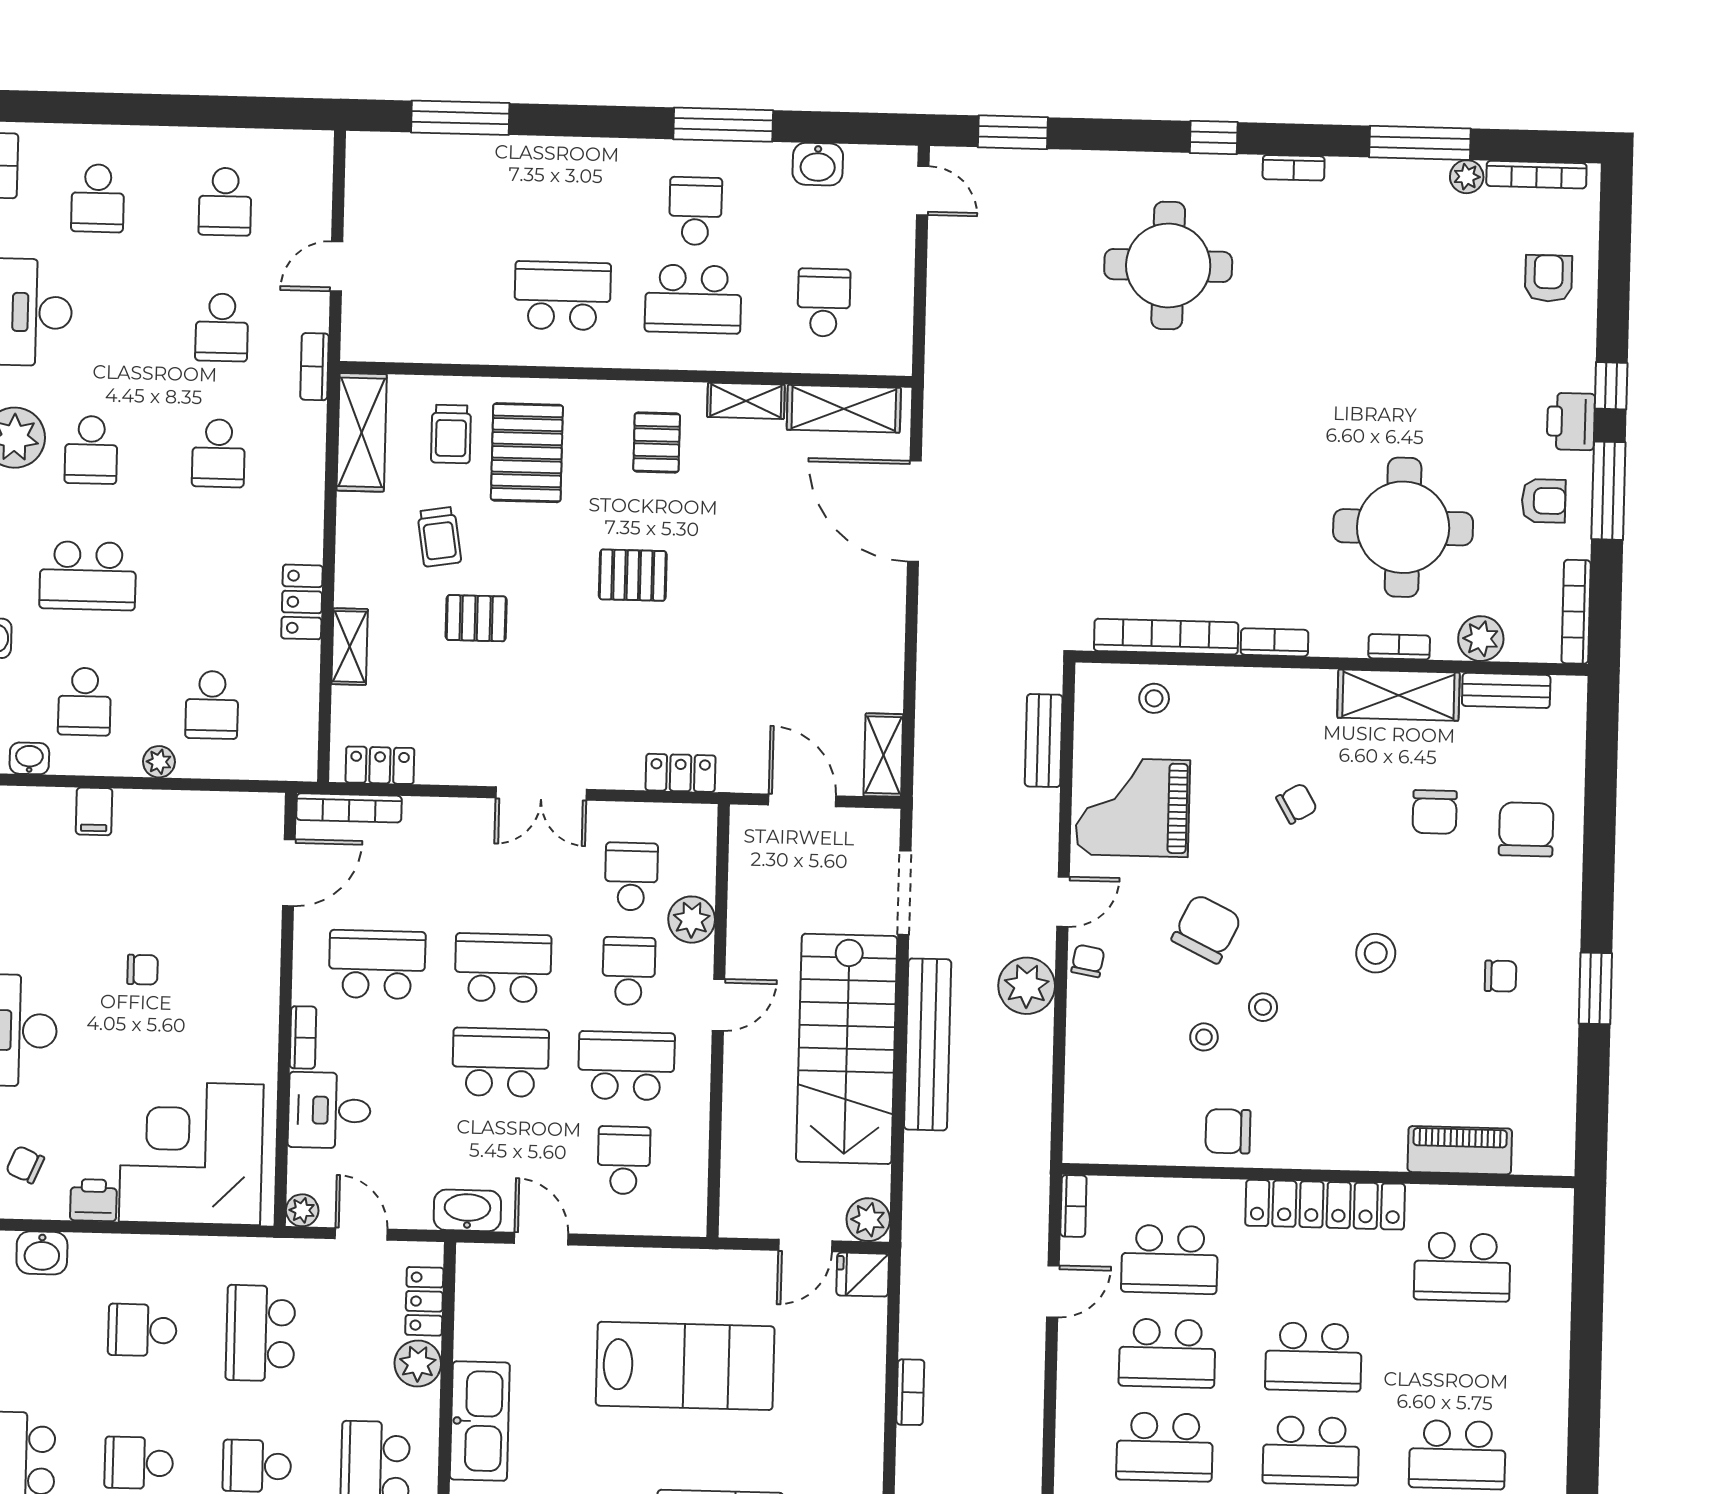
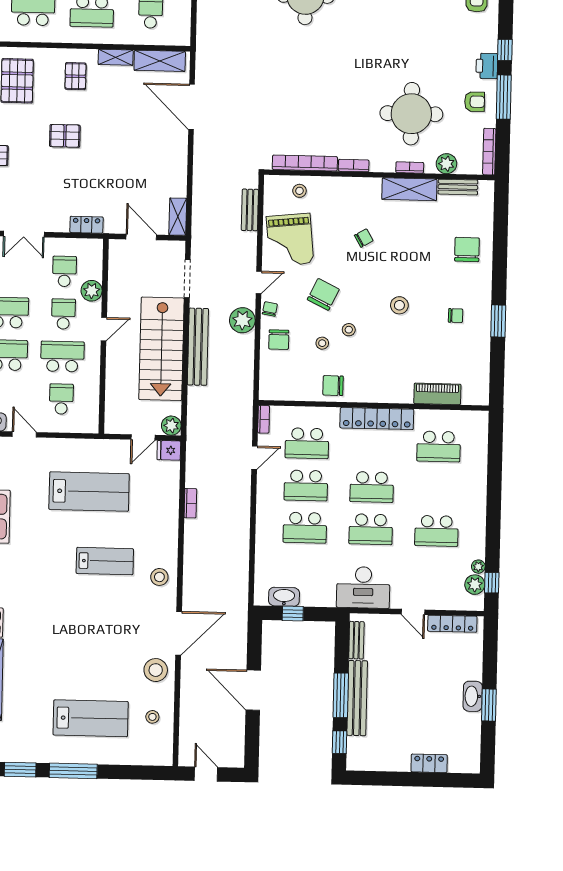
grand piano: (1133, 807) -> (290, 240), turned -96
chair: (1435, 812) -> (279, 340), moved

